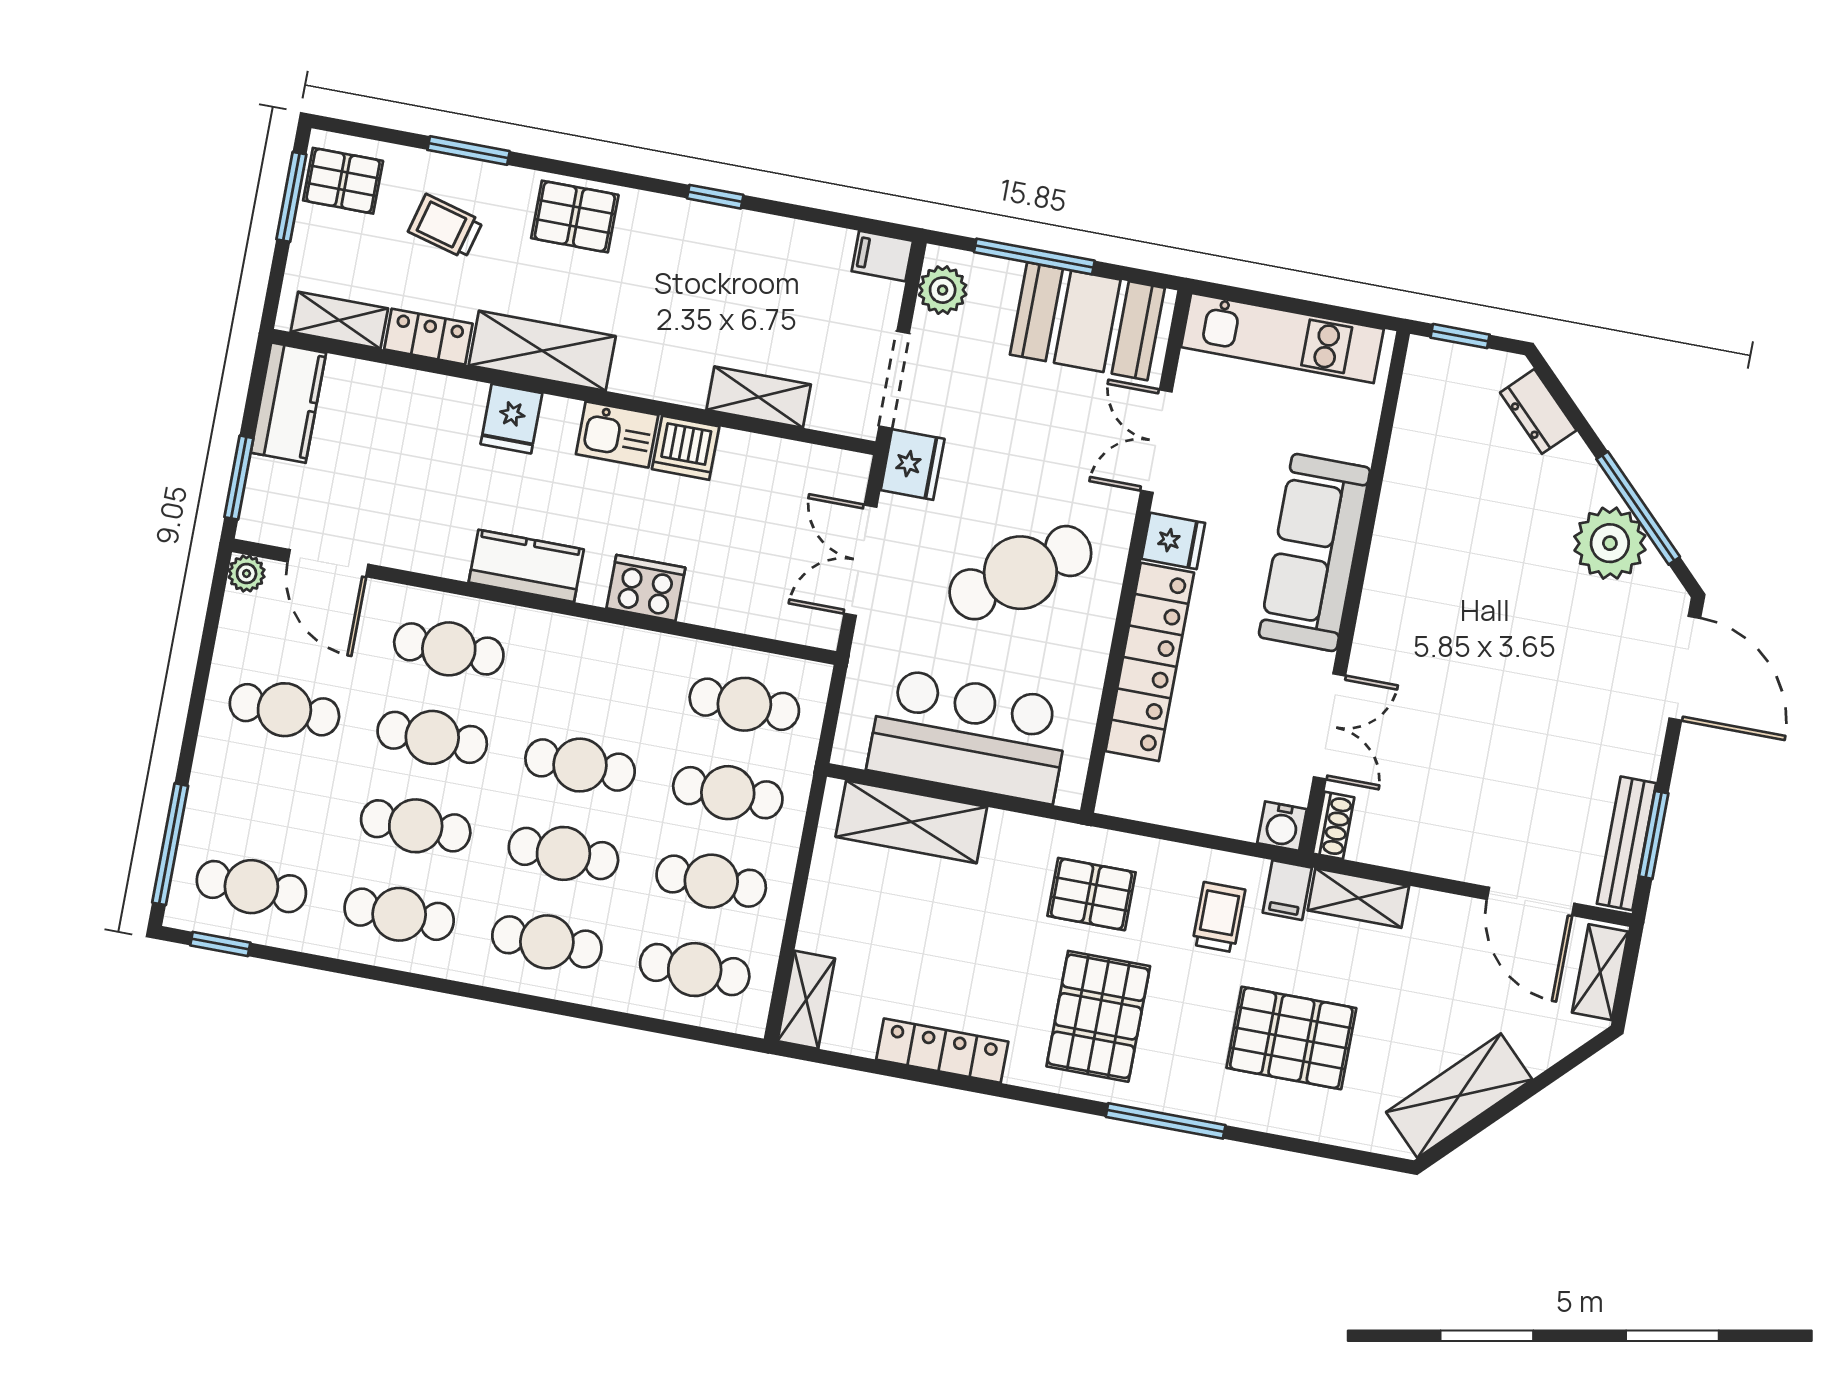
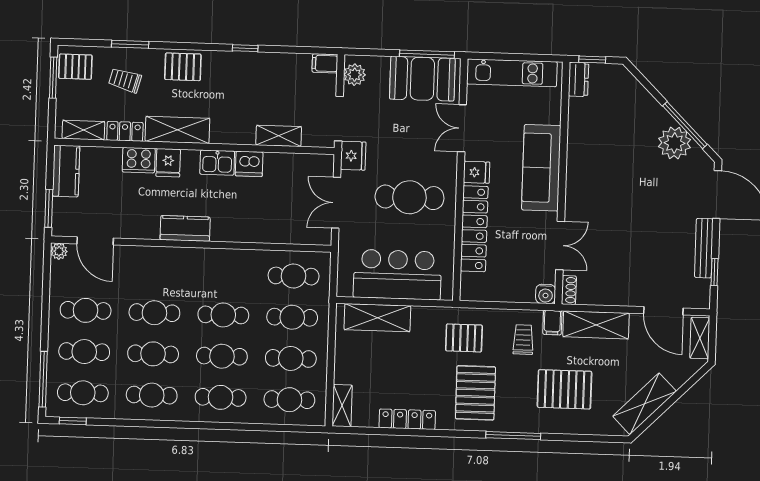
window: (1034, 256) -> (427, 54), moved
dresser: (1538, 411) -> (578, 79), moved, turned -135
cafe table: (1020, 573) -> (409, 197), turned 35
cooker: (646, 588) -> (139, 160), moved, turned 180
cafe table: (449, 649) -> (84, 352), moved
window: (1654, 835) -> (715, 272), width x0.67
bench: (1626, 843) -> (704, 248), moved
shelving: (1358, 898) -> (596, 325), width x1.50, depth x1.33

